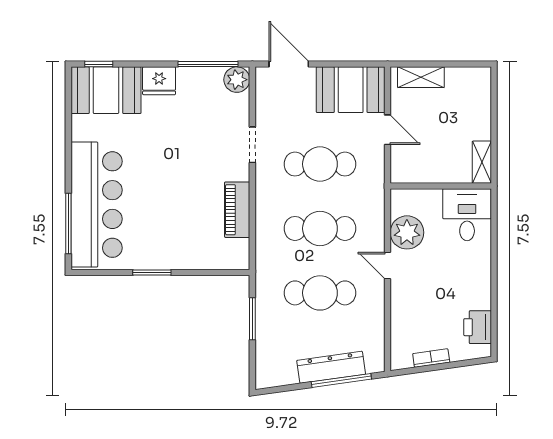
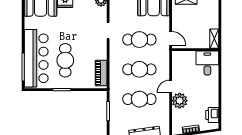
door: (388, 130) -> (171, 38), moved
cafe table: (159, 209) -> (65, 60), added
piano: (237, 210) -> (101, 73), moved
plant: (407, 232) -> (180, 101), moved
door: (388, 266) -> (171, 86), hinge flipped

